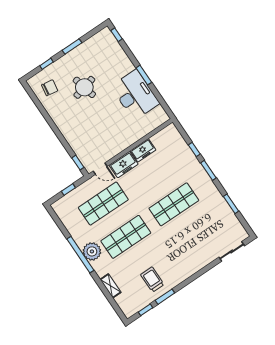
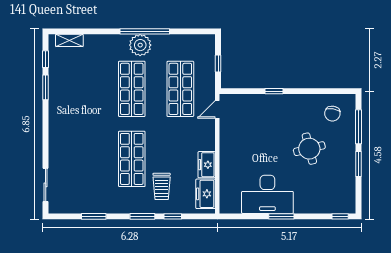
window: (46, 64) -> (358, 127), width x2.17
window: (78, 163) -> (274, 91), moved
freezer: (124, 165) -> (206, 194), moved
trolley: (152, 279) -> (162, 186), moved, turned 90
shelving: (111, 286) -> (69, 40), moved

